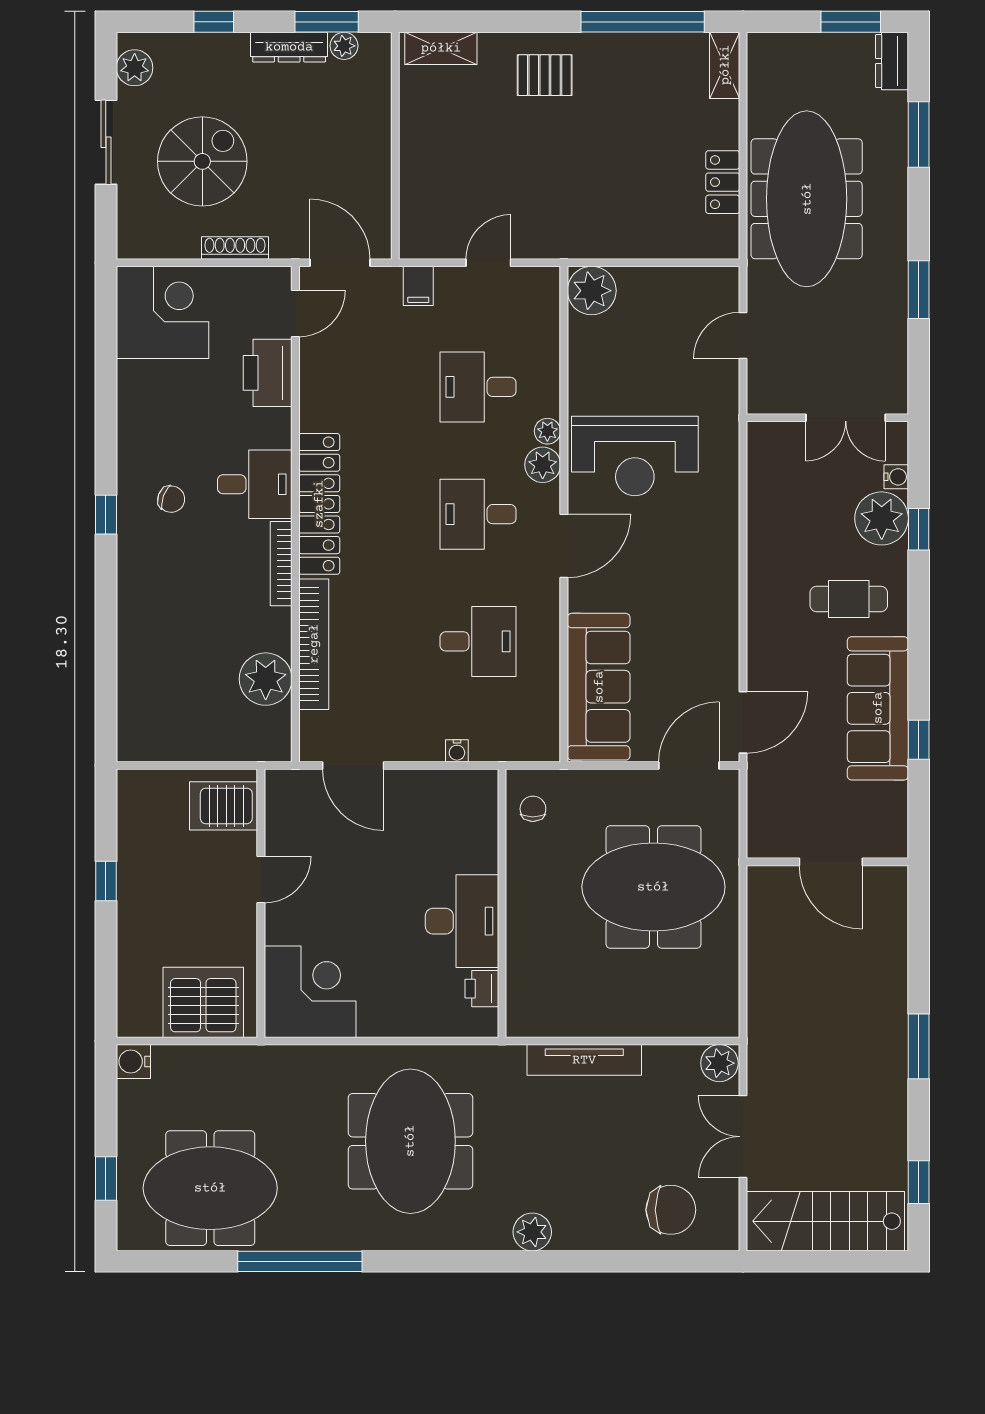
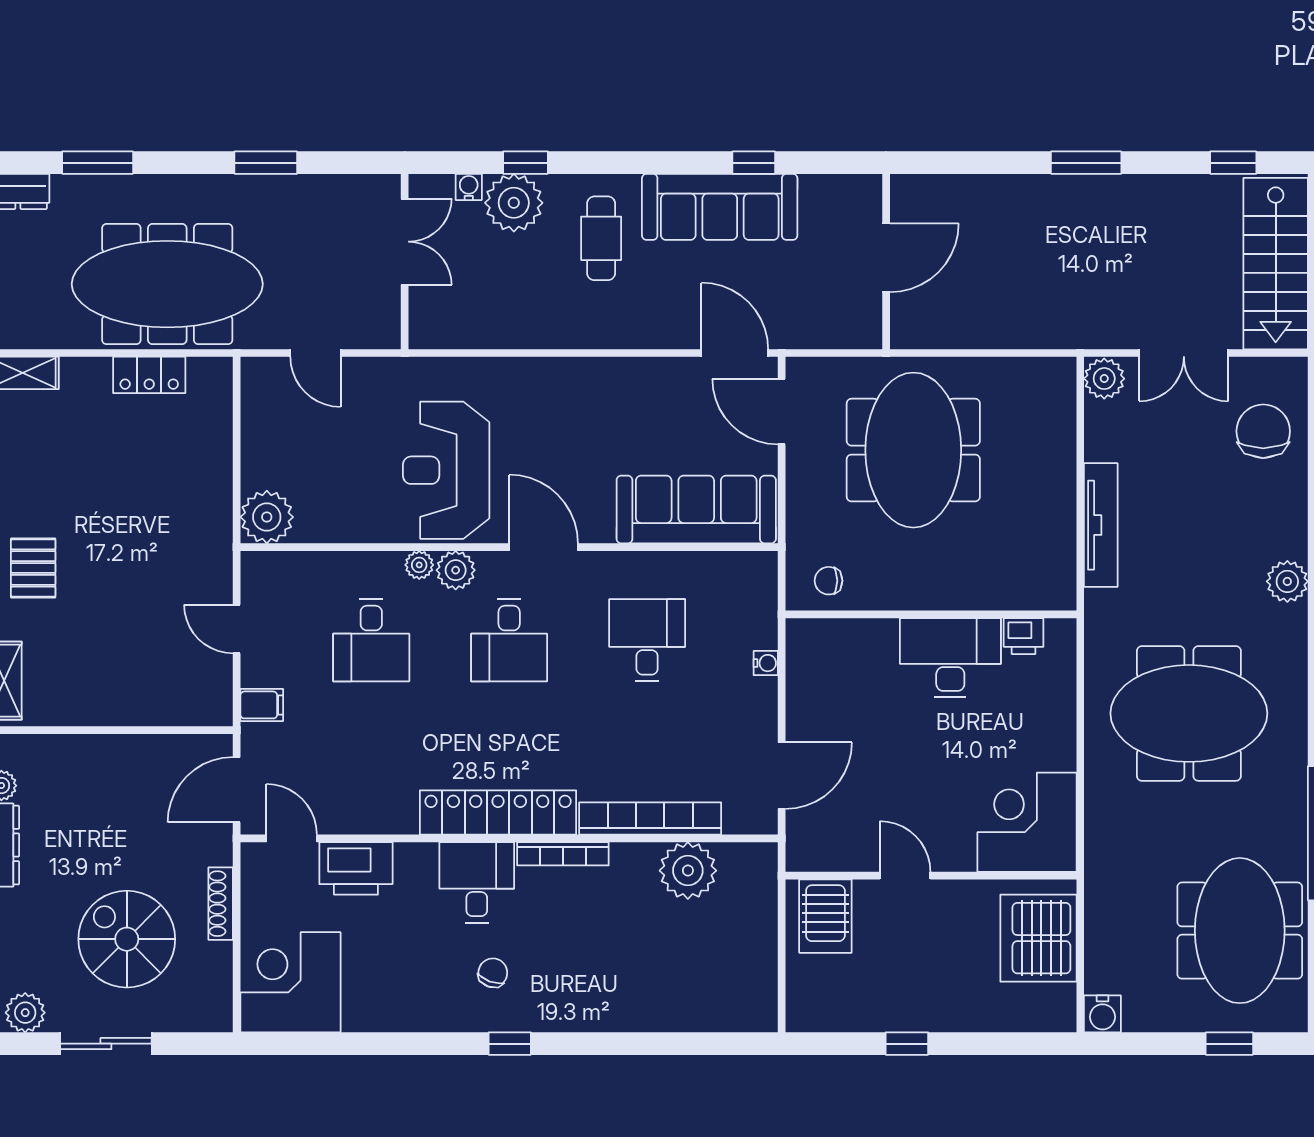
reception desk: (635, 456) -> (446, 470), turned 180

